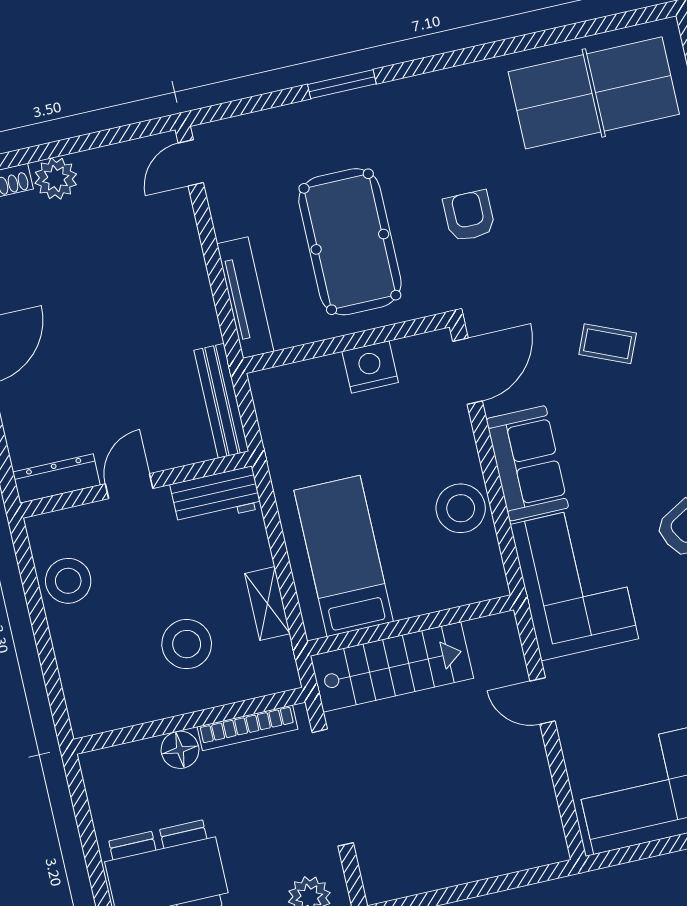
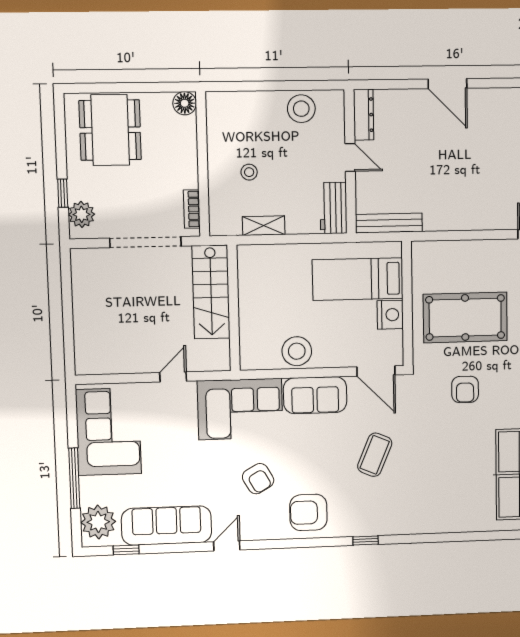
armchair: (469, 216) -> (465, 389), turned 90
tv unit: (245, 298) -> (446, 250), removed
coffee table: (608, 344) -> (375, 455), width x1.36, depth x1.30
bed: (344, 556) -> (358, 279), moved, turned 180
stool: (187, 644) -> (249, 172), width x0.53, depth x0.53
bookcase: (247, 728) -> (192, 209), width x0.64
floor lamp: (180, 750) -> (185, 103), moved

